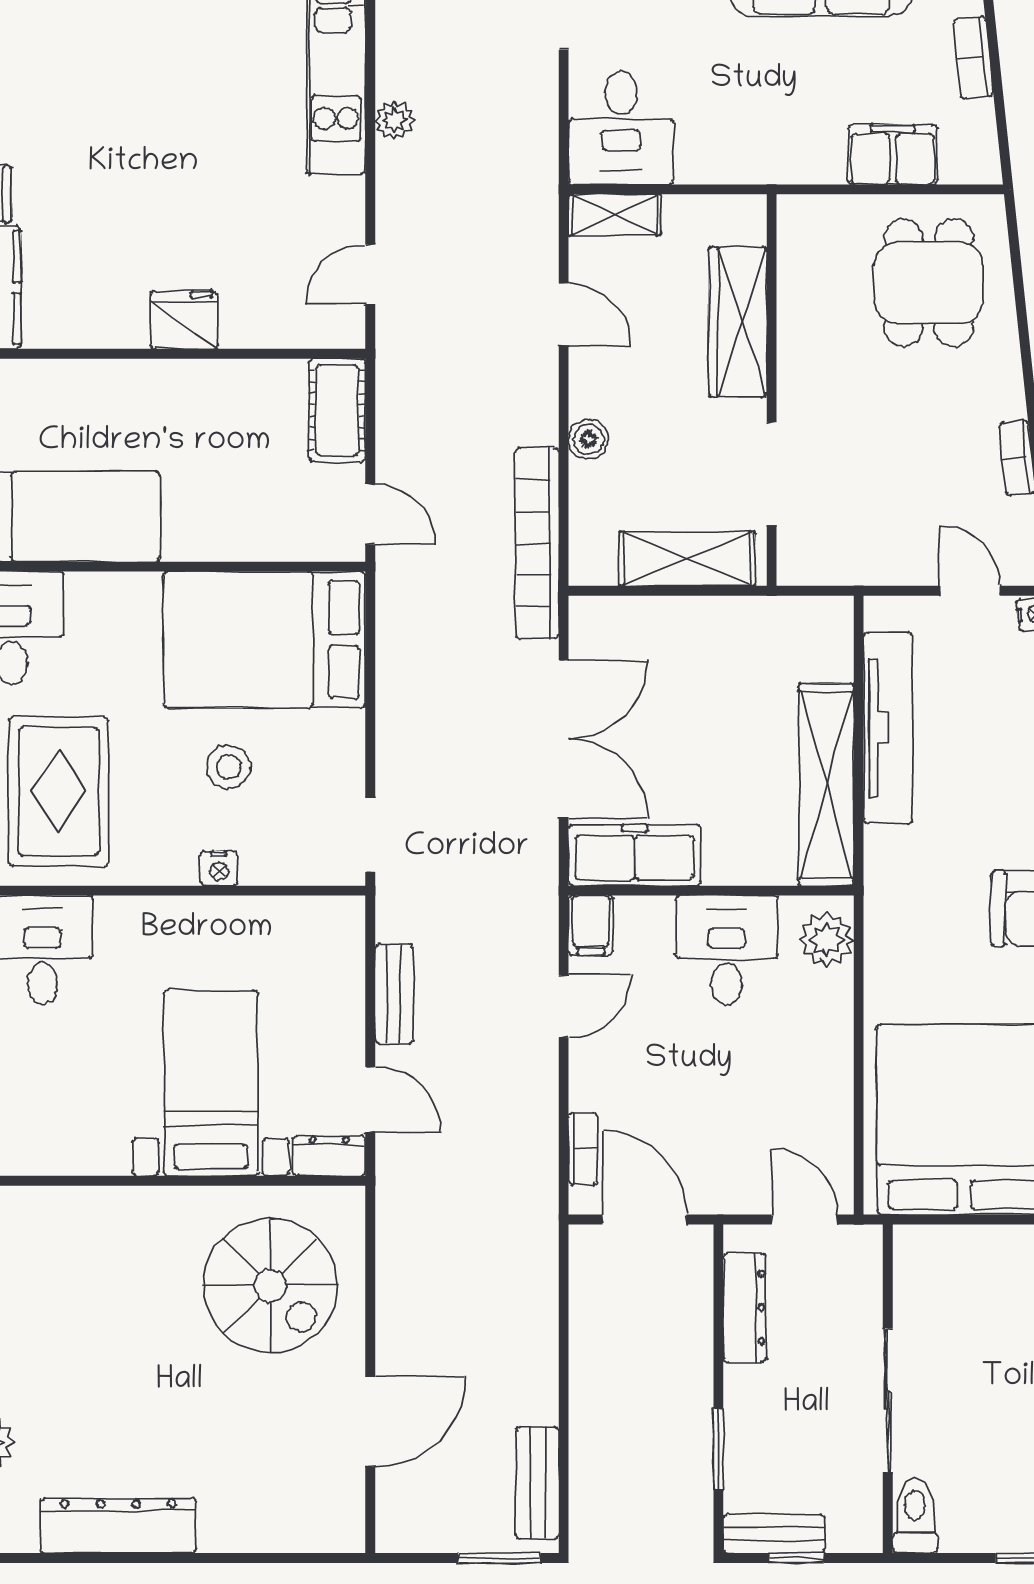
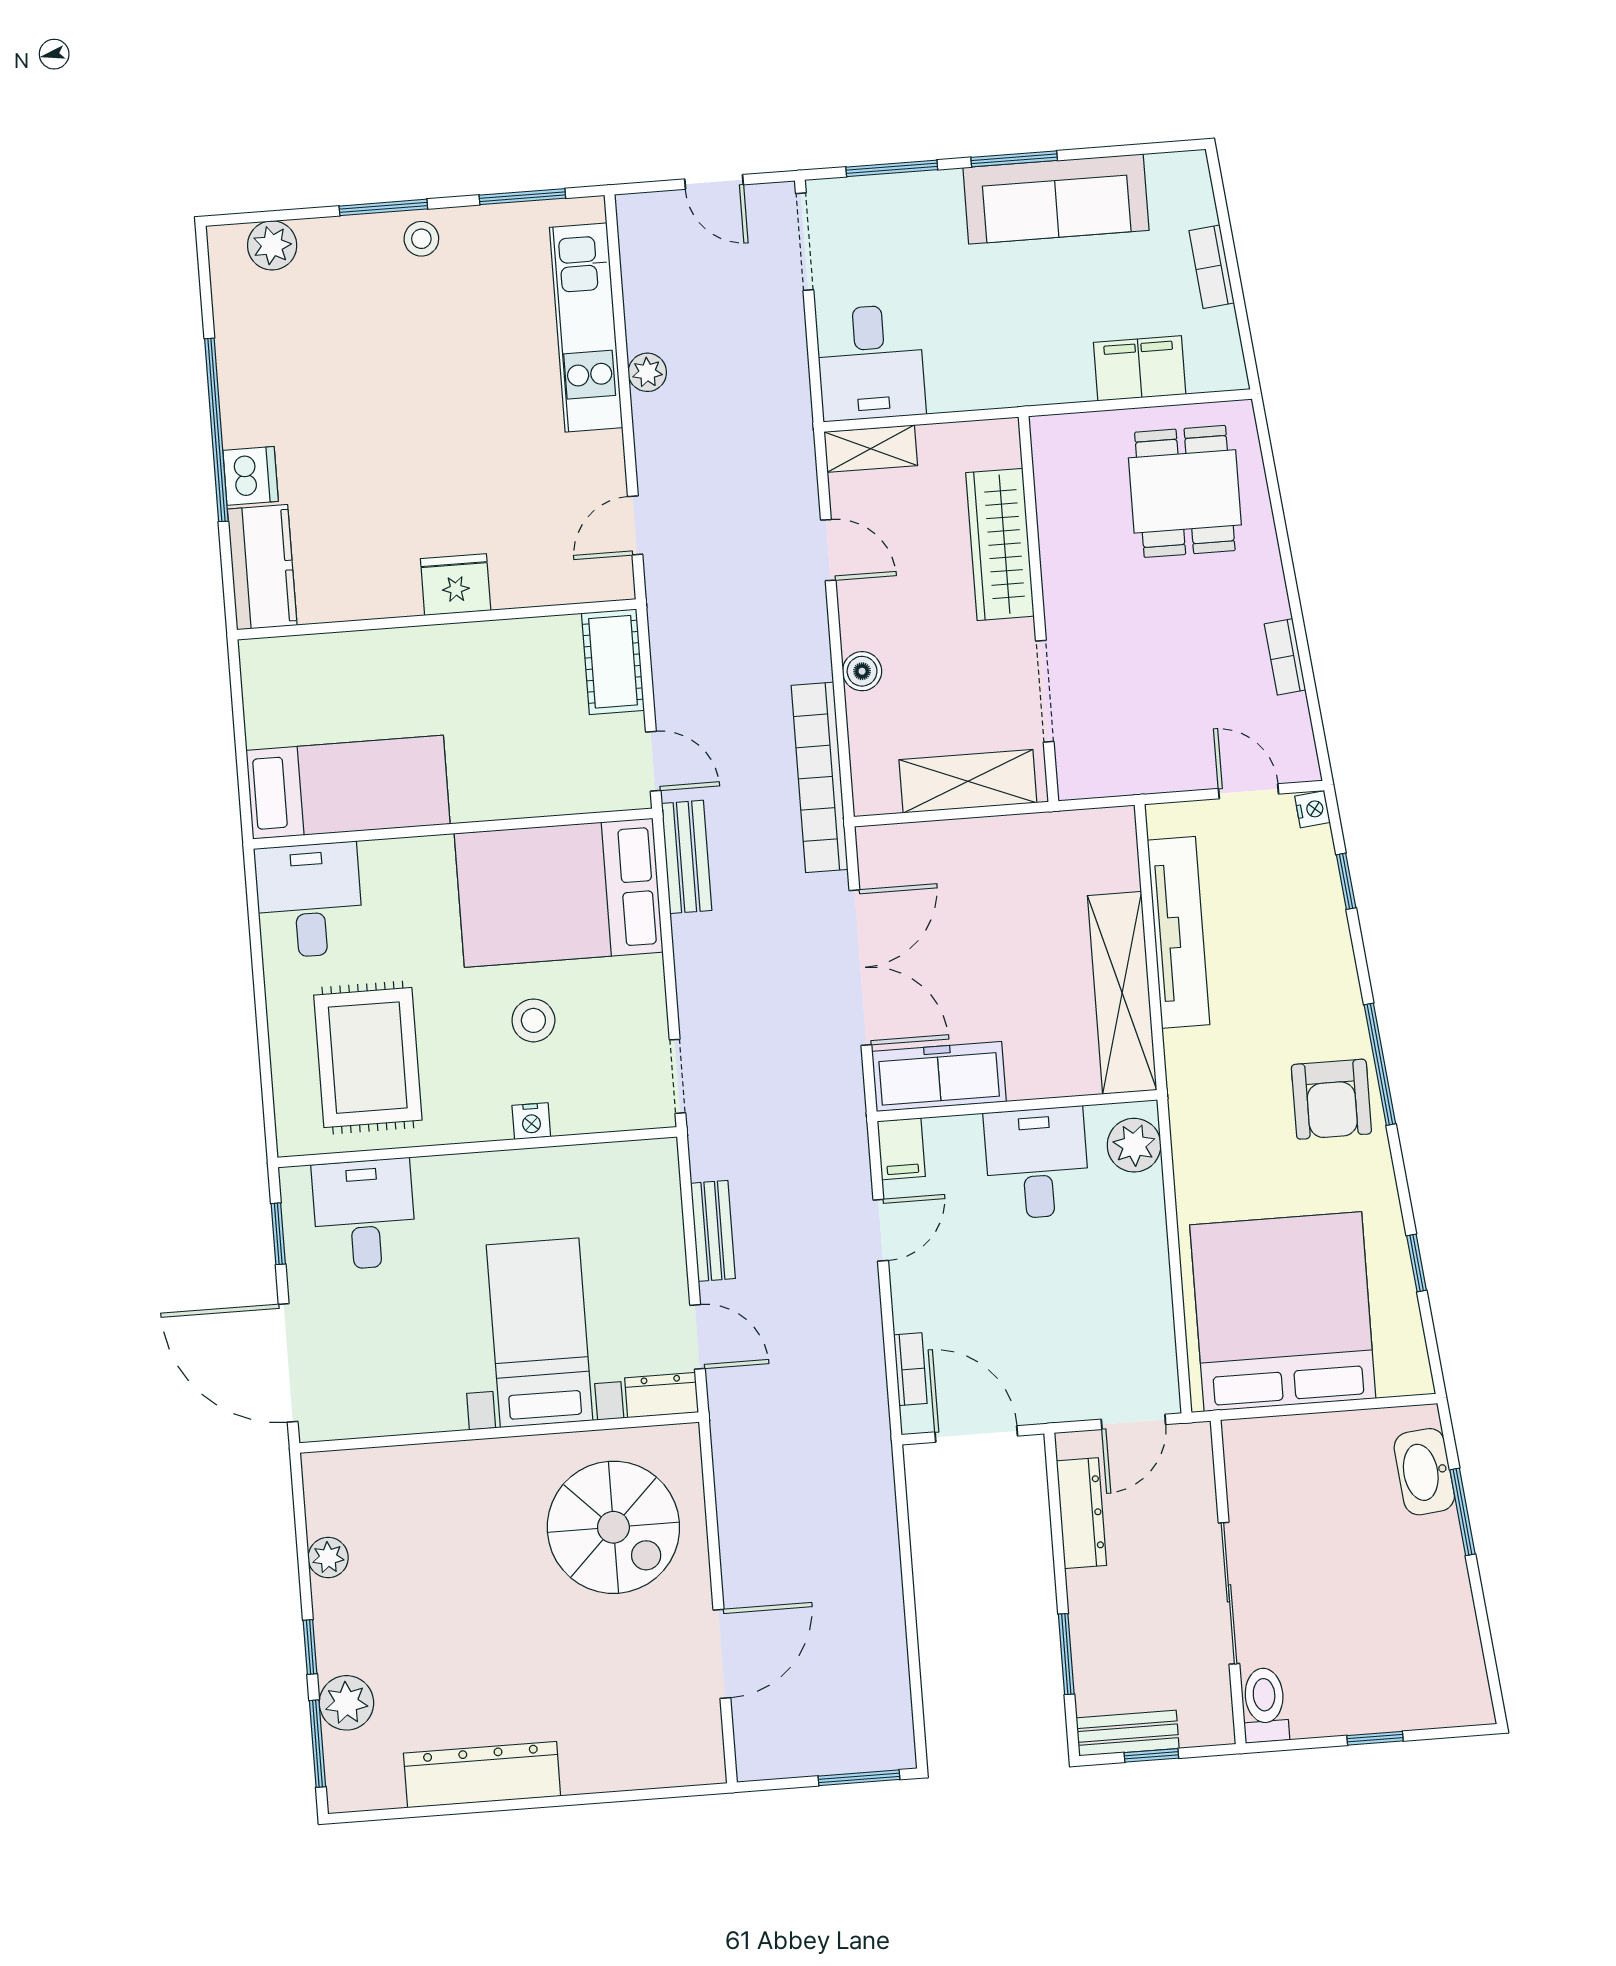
door: (804, 1220) -> (1133, 1422), swing flipped
bench: (537, 1483) -> (687, 857), moved

